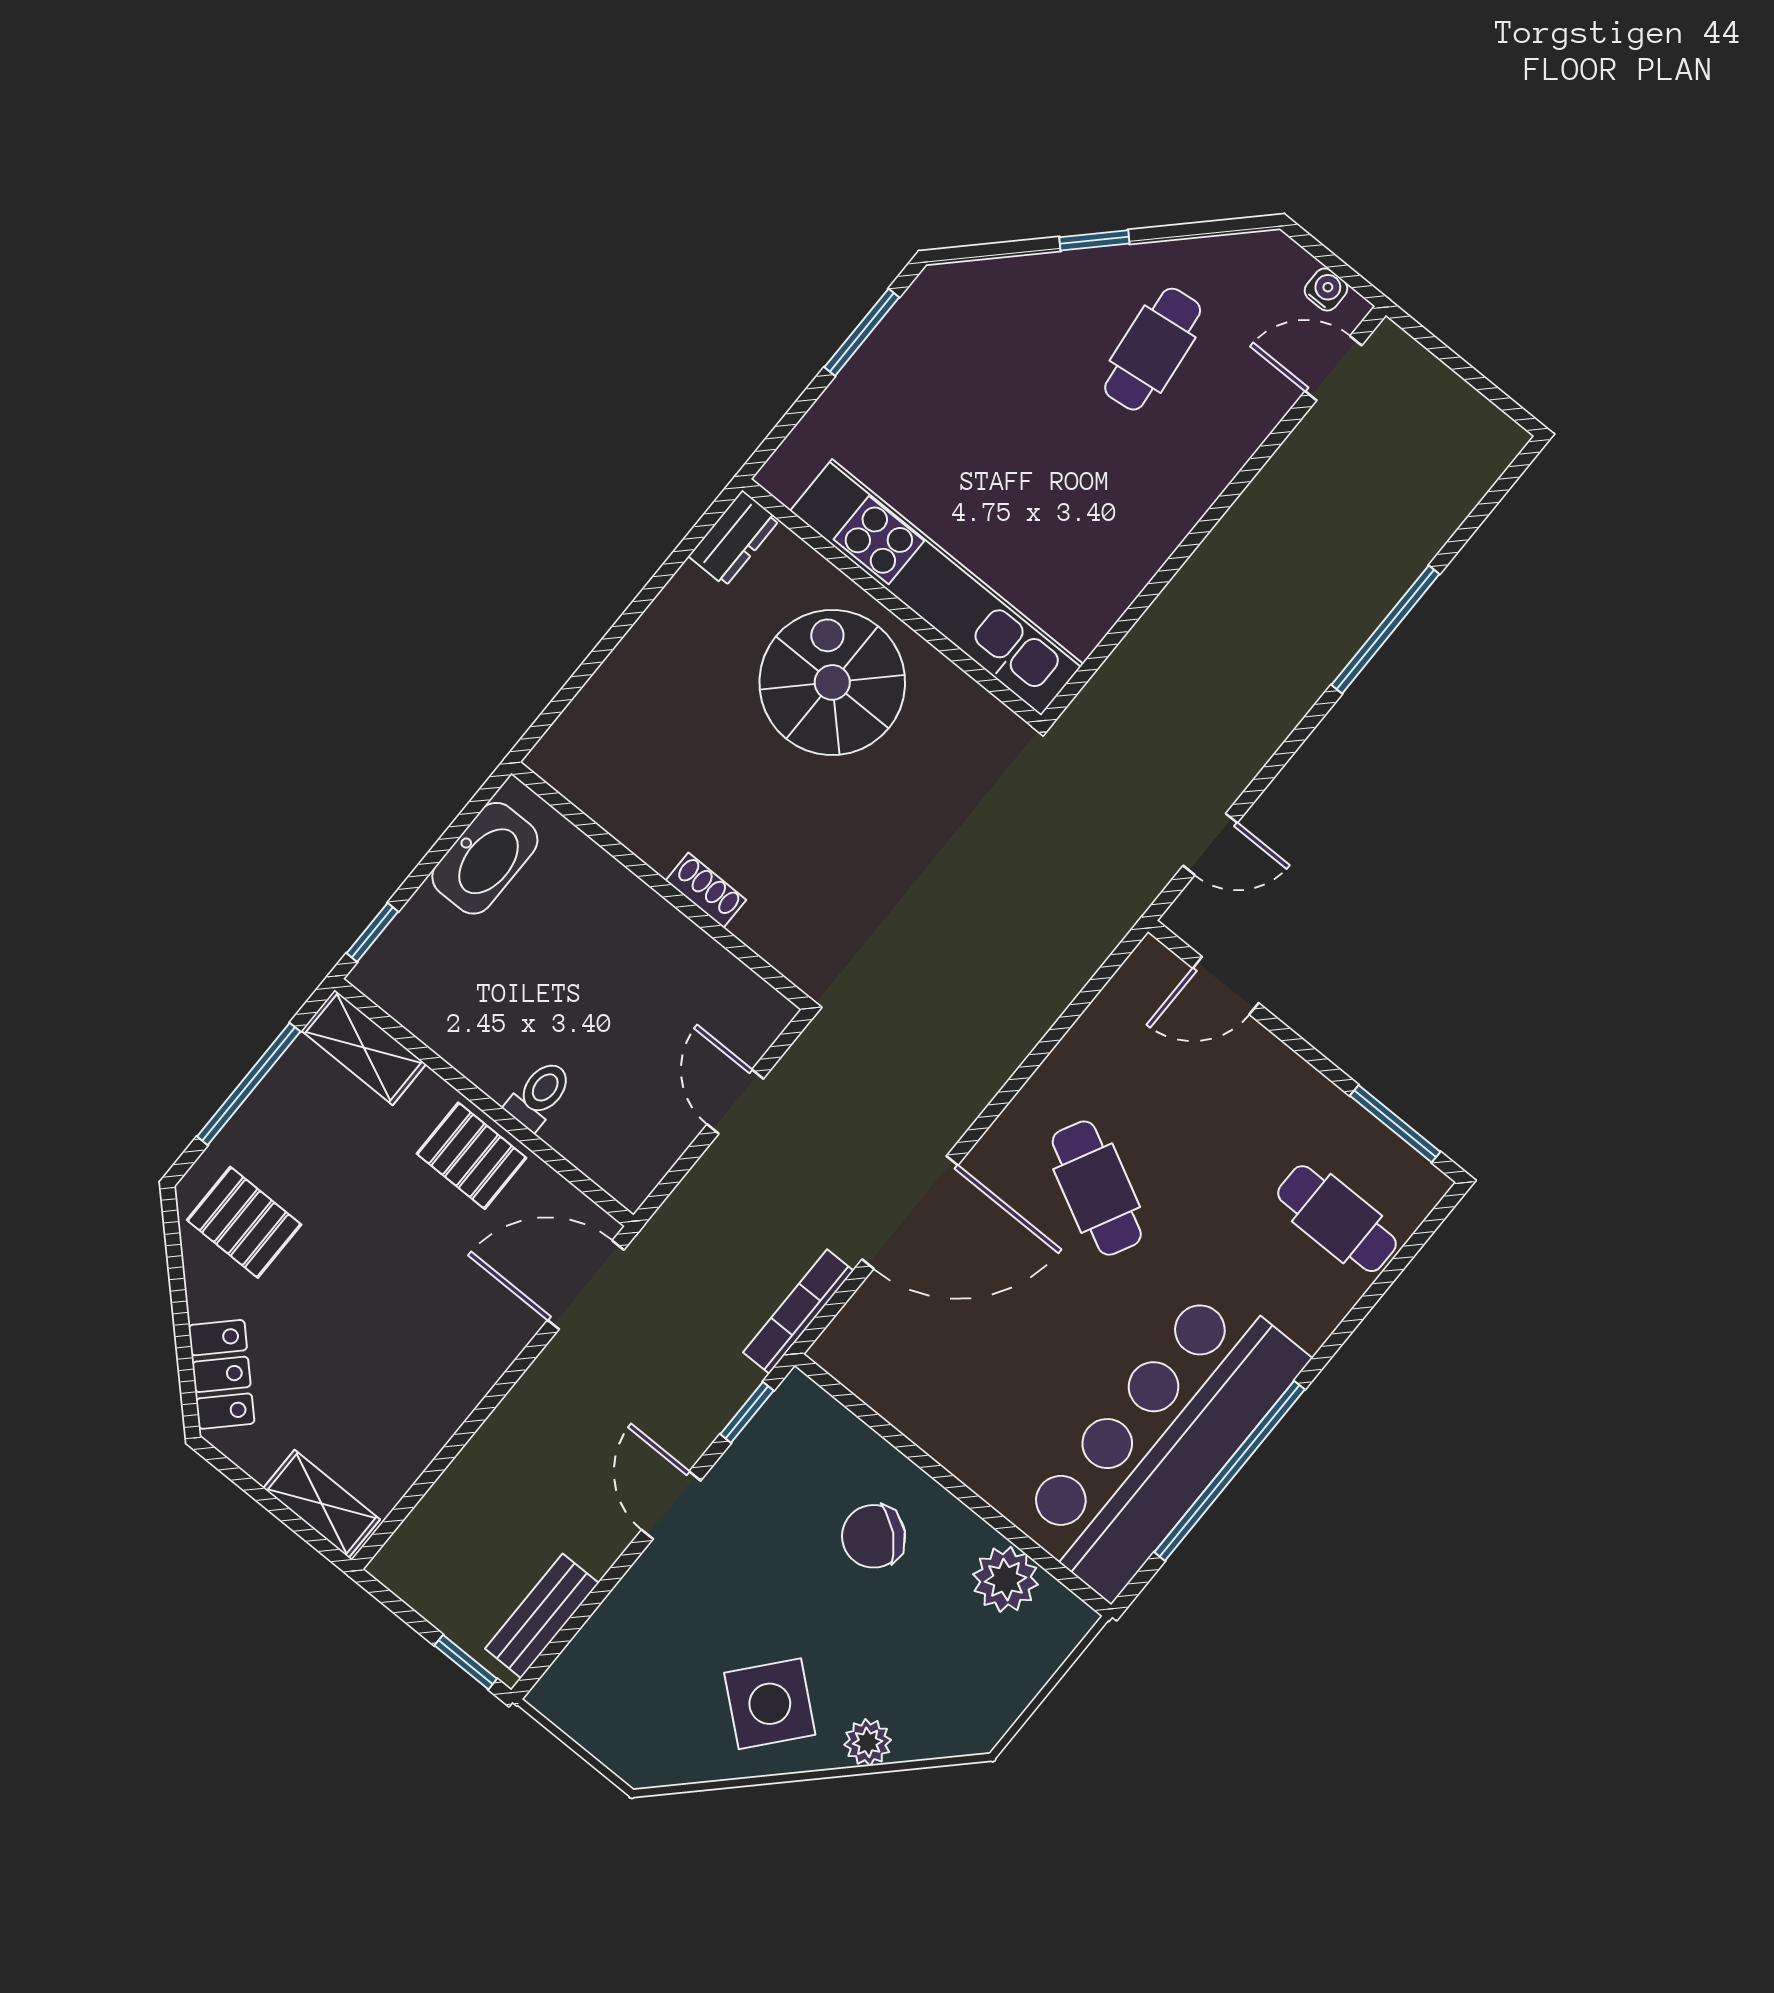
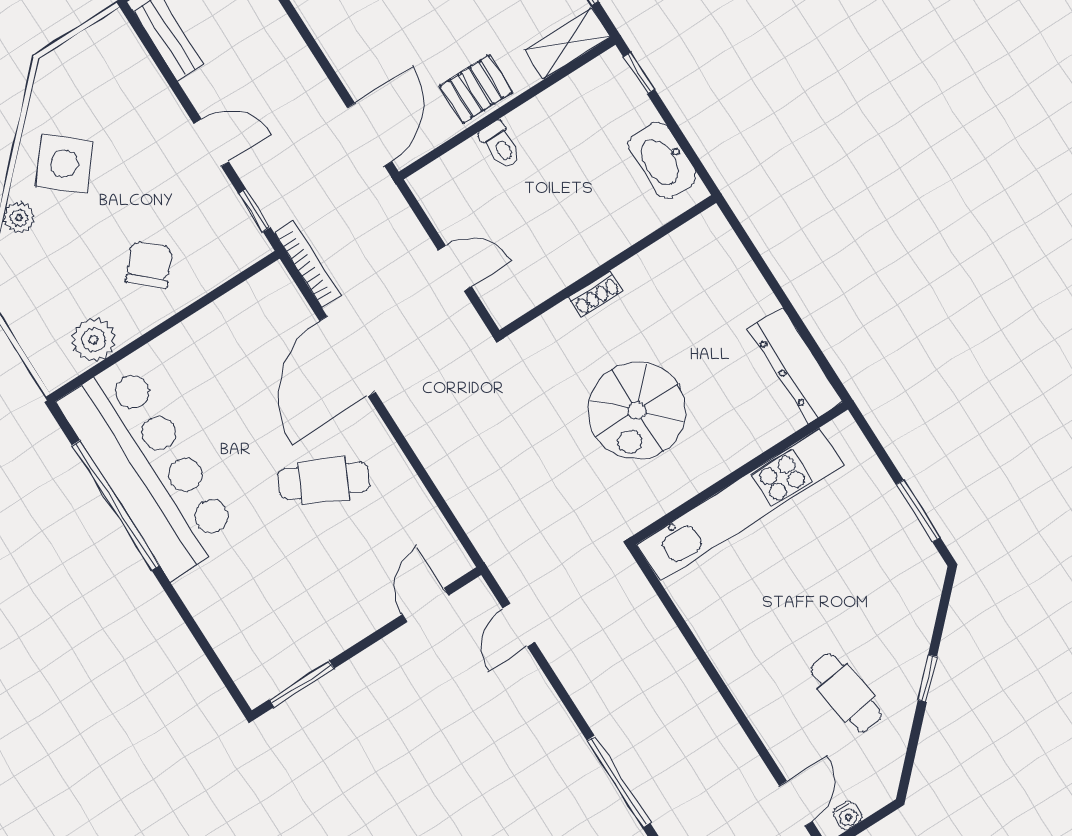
dresser: (734, 538) -> (796, 365), width x1.96, depth x1.24
spiral stairs: (832, 682) -> (637, 411), moved, turned 90
cafe table: (1337, 1219) -> (254, 627), removed

